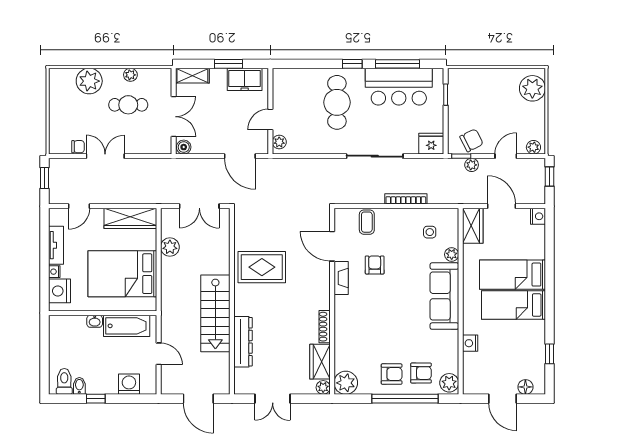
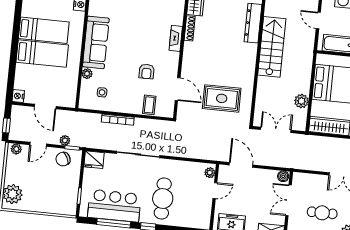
wardrobe: (473, 226) -> (69, 94), removed
rug: (262, 267) -> (222, 98), moved
fireplace: (341, 278) -> (176, 38), moved

